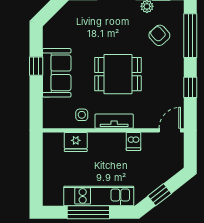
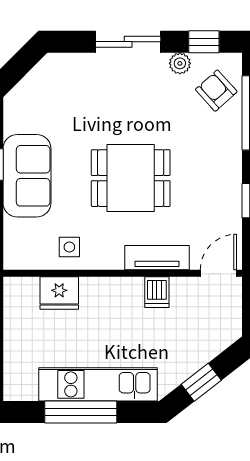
armchair: (159, 35) -> (216, 91), moved
tv unit: (114, 121) -> (157, 258), moved

